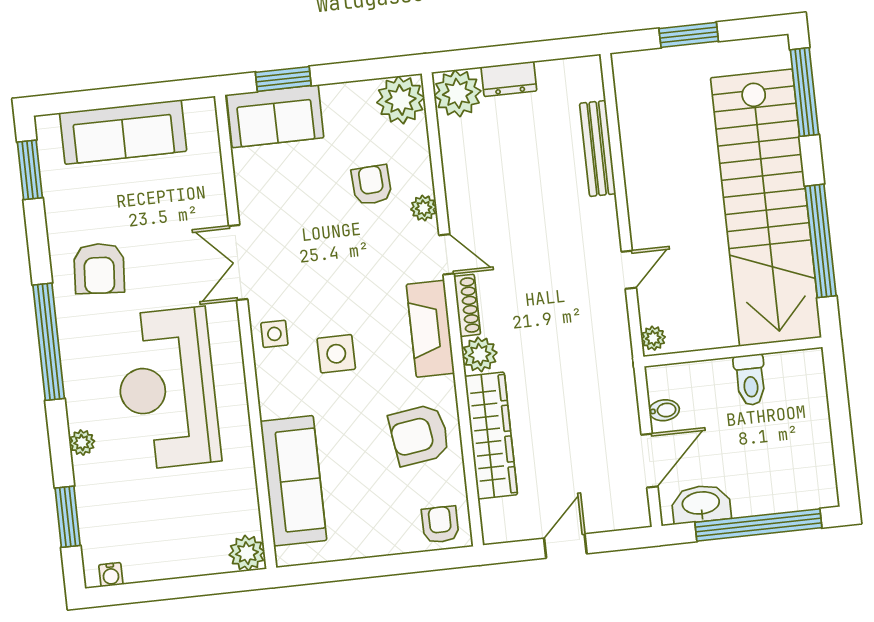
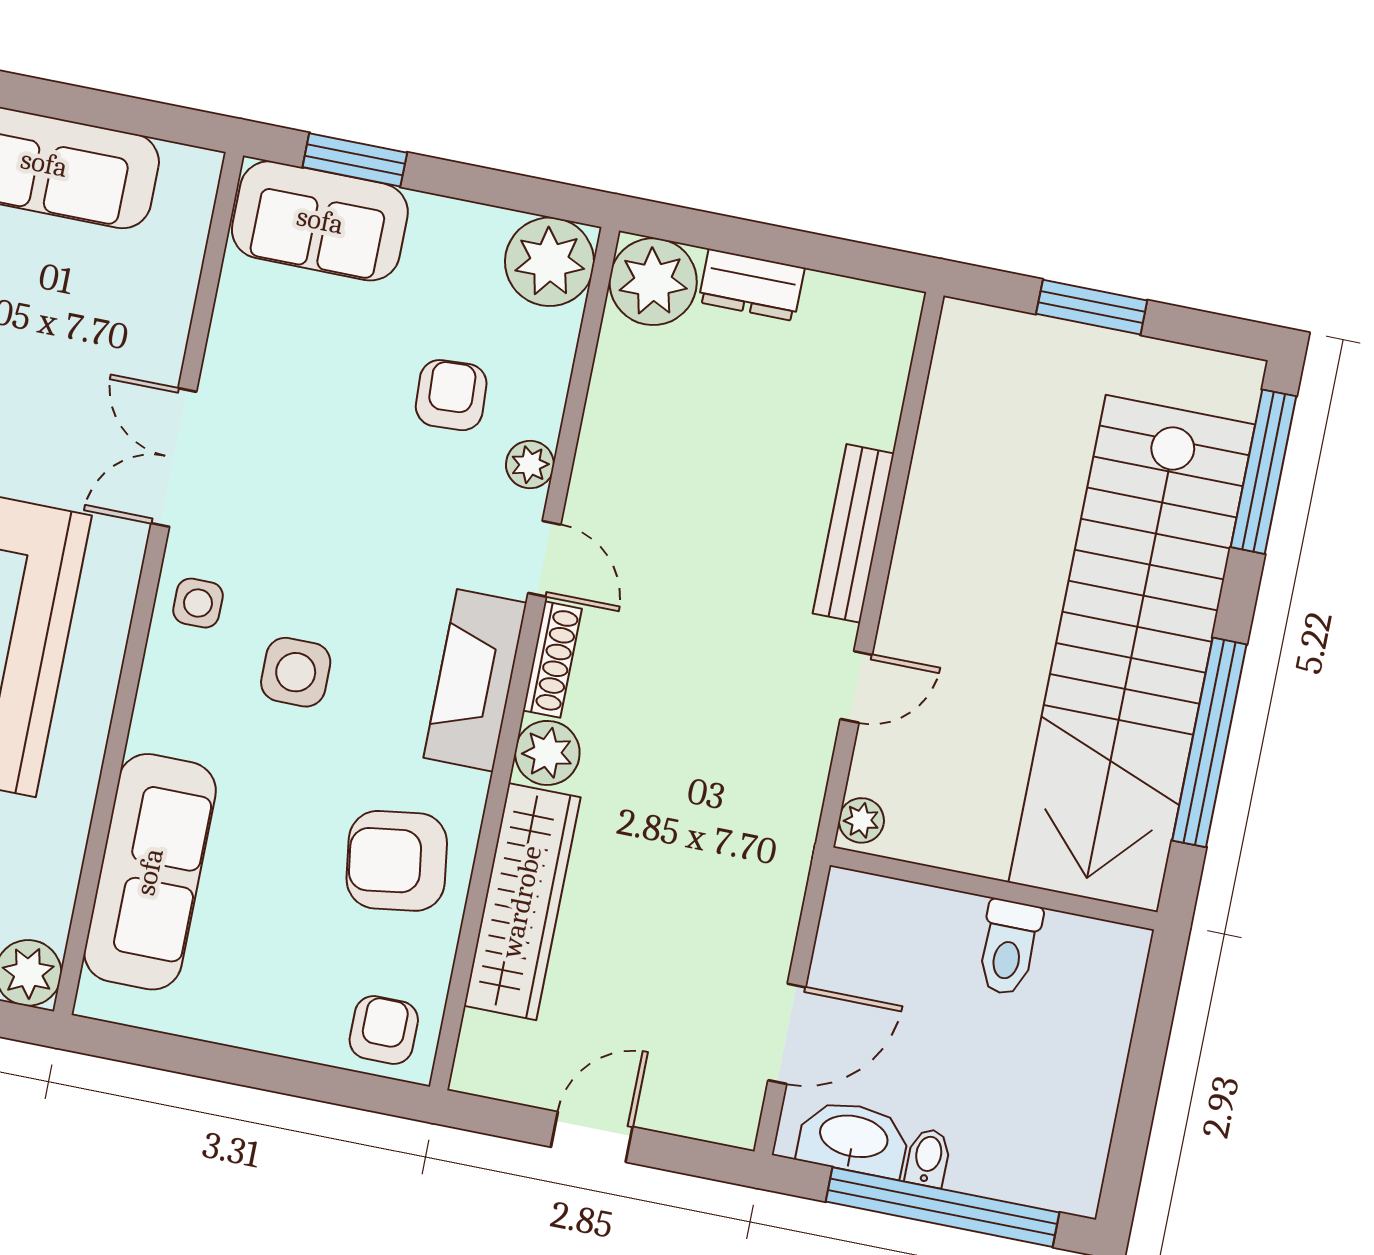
bench: (598, 148) -> (853, 533), moved
bidet: (664, 410) -> (928, 1158), moved, turned -90

